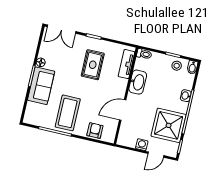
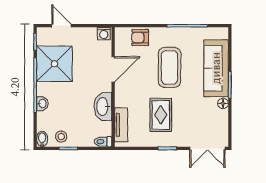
double door: (62, 29) -> (207, 148), swing flipped
sofa: (41, 86) -> (216, 68), width x1.36
coffee table: (68, 113) -> (170, 67), moved
armchair: (95, 131) -> (140, 38), turned 90
washing machine: (142, 145) -> (104, 34), moved
door: (156, 155) -> (61, 26), hinge flipped

